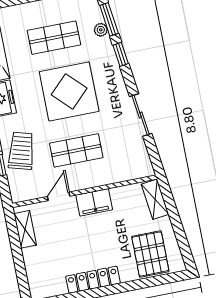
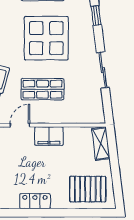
pallet: (150, 254) -> (88, 189), turned 90
locker: (93, 280) -> (35, 201), width x0.66

